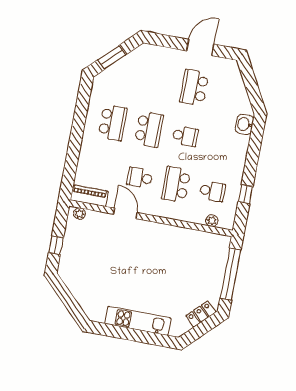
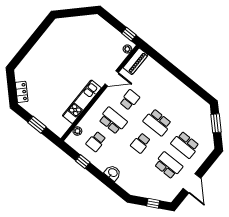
window: (250, 82) -> (153, 203), added
school desk: (113, 122) -> (185, 145), moved
washbasin: (244, 124) -> (113, 173), moved
window: (56, 245) -> (129, 34), moved
window: (231, 274) -> (37, 125), width x0.47
kitchen unit: (138, 321) -> (82, 102), moved, turned 180

